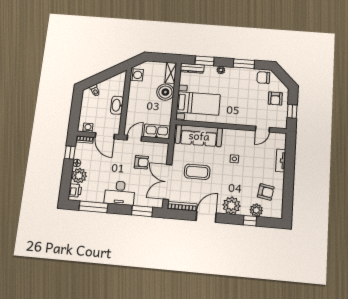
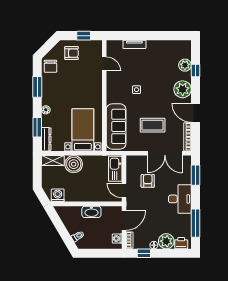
coffee table: (197, 172) -> (153, 125), turned 90
armchair: (266, 192) -> (166, 57), removed

